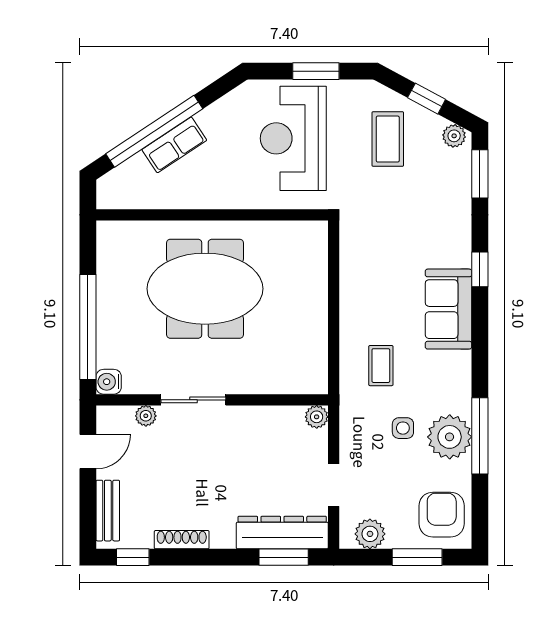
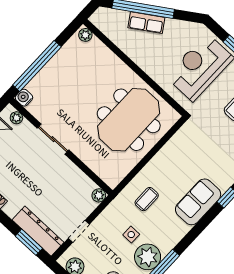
plant: (112, 232) -> (85, 35), added
meeting table: (205, 289) -> (129, 120), moved, turned 90
plant: (146, 416) -> (16, 118), moved

